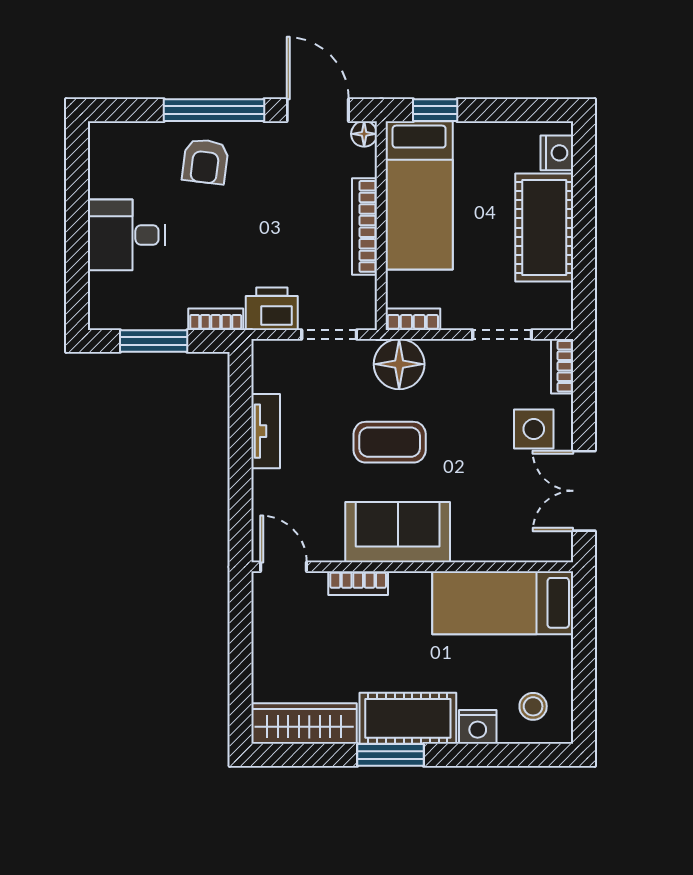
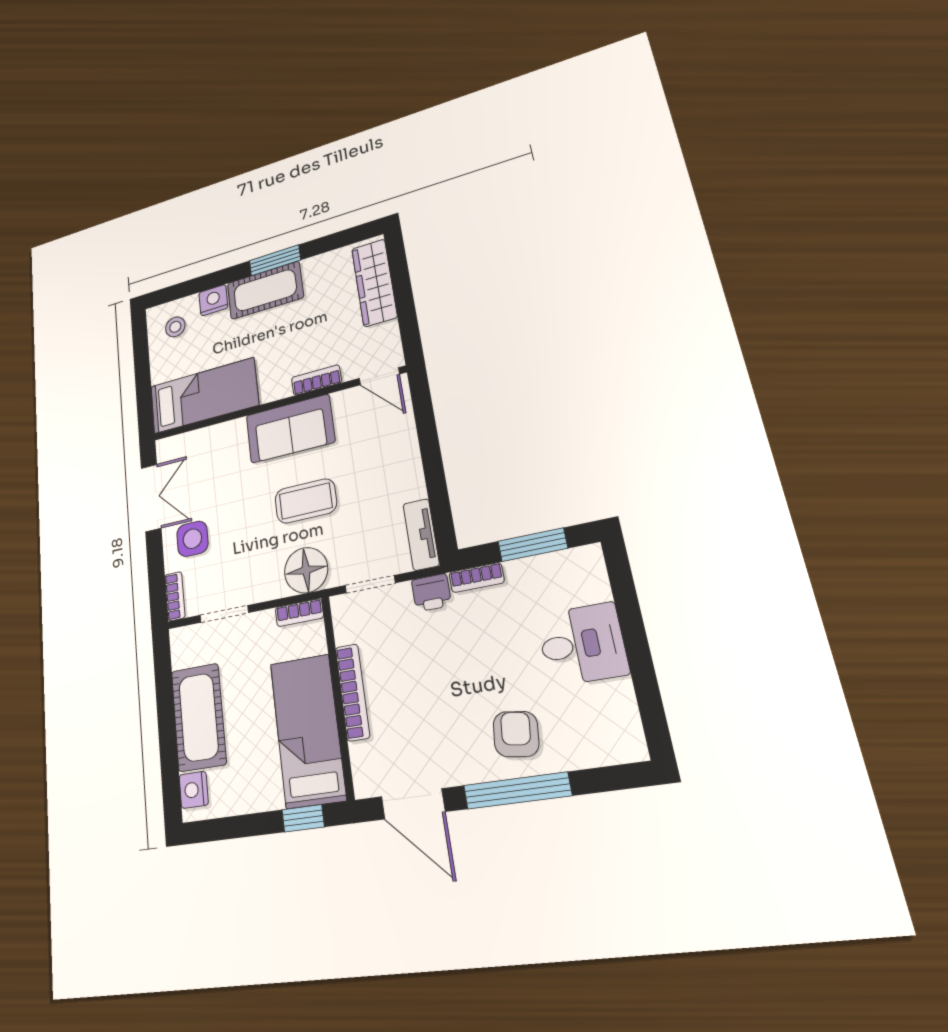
floor lamp: (364, 134) -> (365, 785), removed
printer: (272, 309) -> (431, 593), width x0.73, depth x0.81
tv unit: (266, 431) -> (421, 534), moved
wardrobe: (304, 724) -> (374, 283), moved, turned 90

